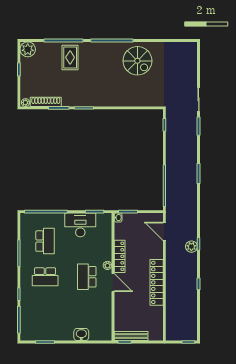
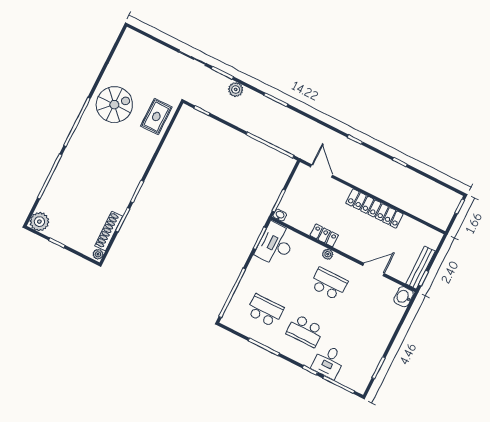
rug: (70, 57) -> (156, 116), moved, turned 90
desk: (80, 225) -> (275, 244), moved
door: (164, 231) -> (322, 171), swing flipped
plant: (191, 247) -> (236, 89), moved
locker: (120, 256) -> (324, 235), width x0.66
school desk: (45, 277) -> (305, 331), turned 90
school desk: (87, 277) -> (329, 284), turned 180
door: (113, 283) -> (373, 269), moved
desk: (32, 304) -> (329, 362), added
washbasin: (81, 335) -> (404, 297), moved

